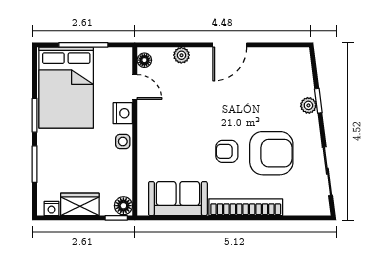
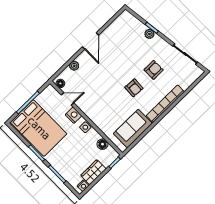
armchair: (227, 151) -> (134, 88), turned -86
armchair: (271, 153) -> (154, 70), width x0.53, depth x0.53
floor lamp: (123, 206) -> (102, 144), moved

